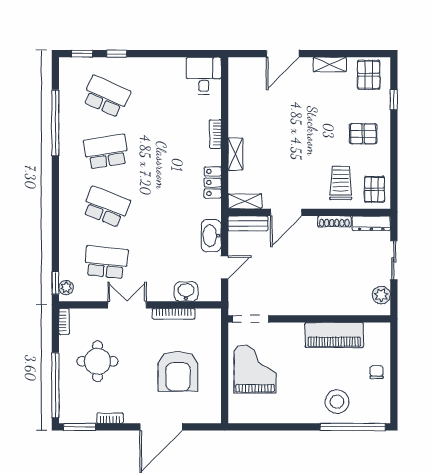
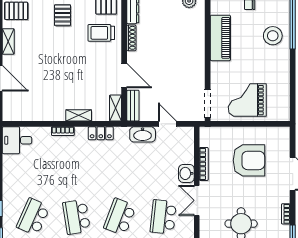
washbasin: (186, 291) -> (186, 173), moved

